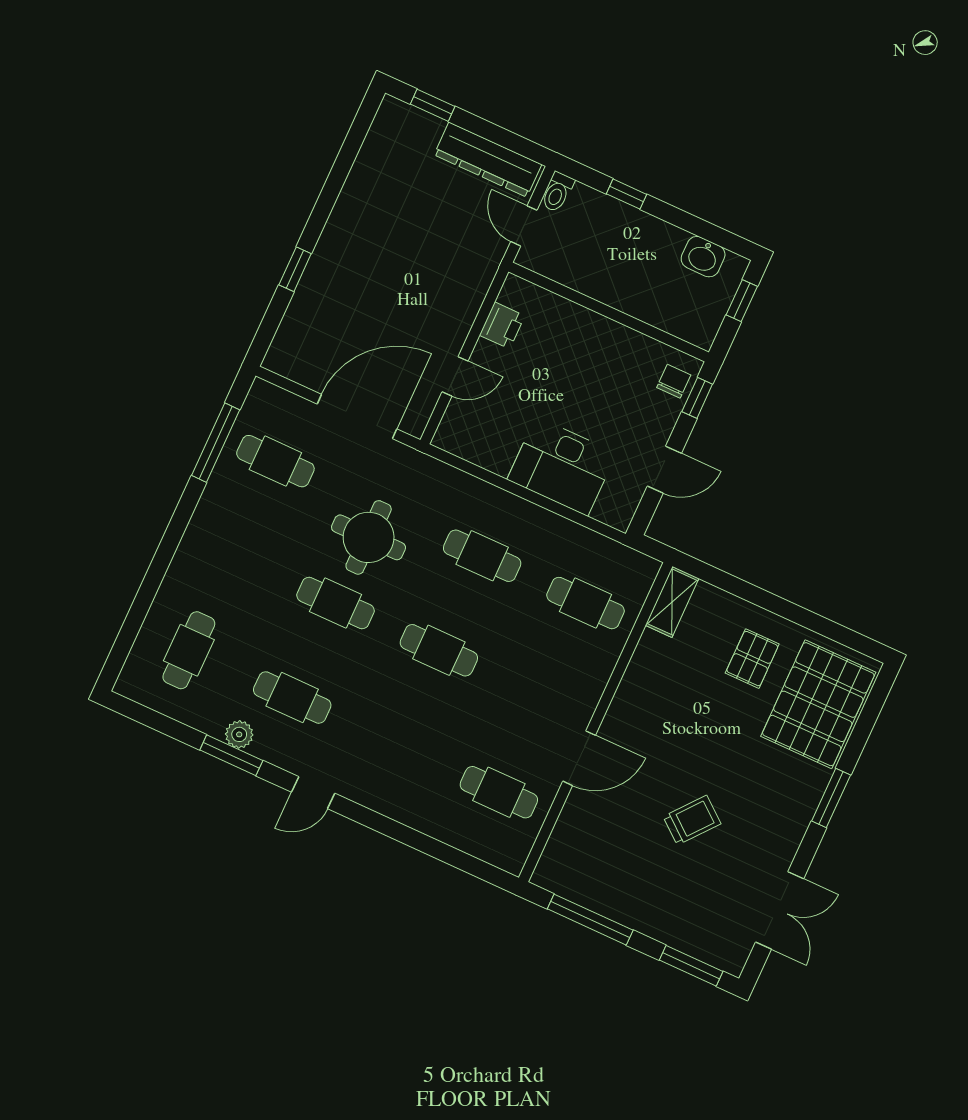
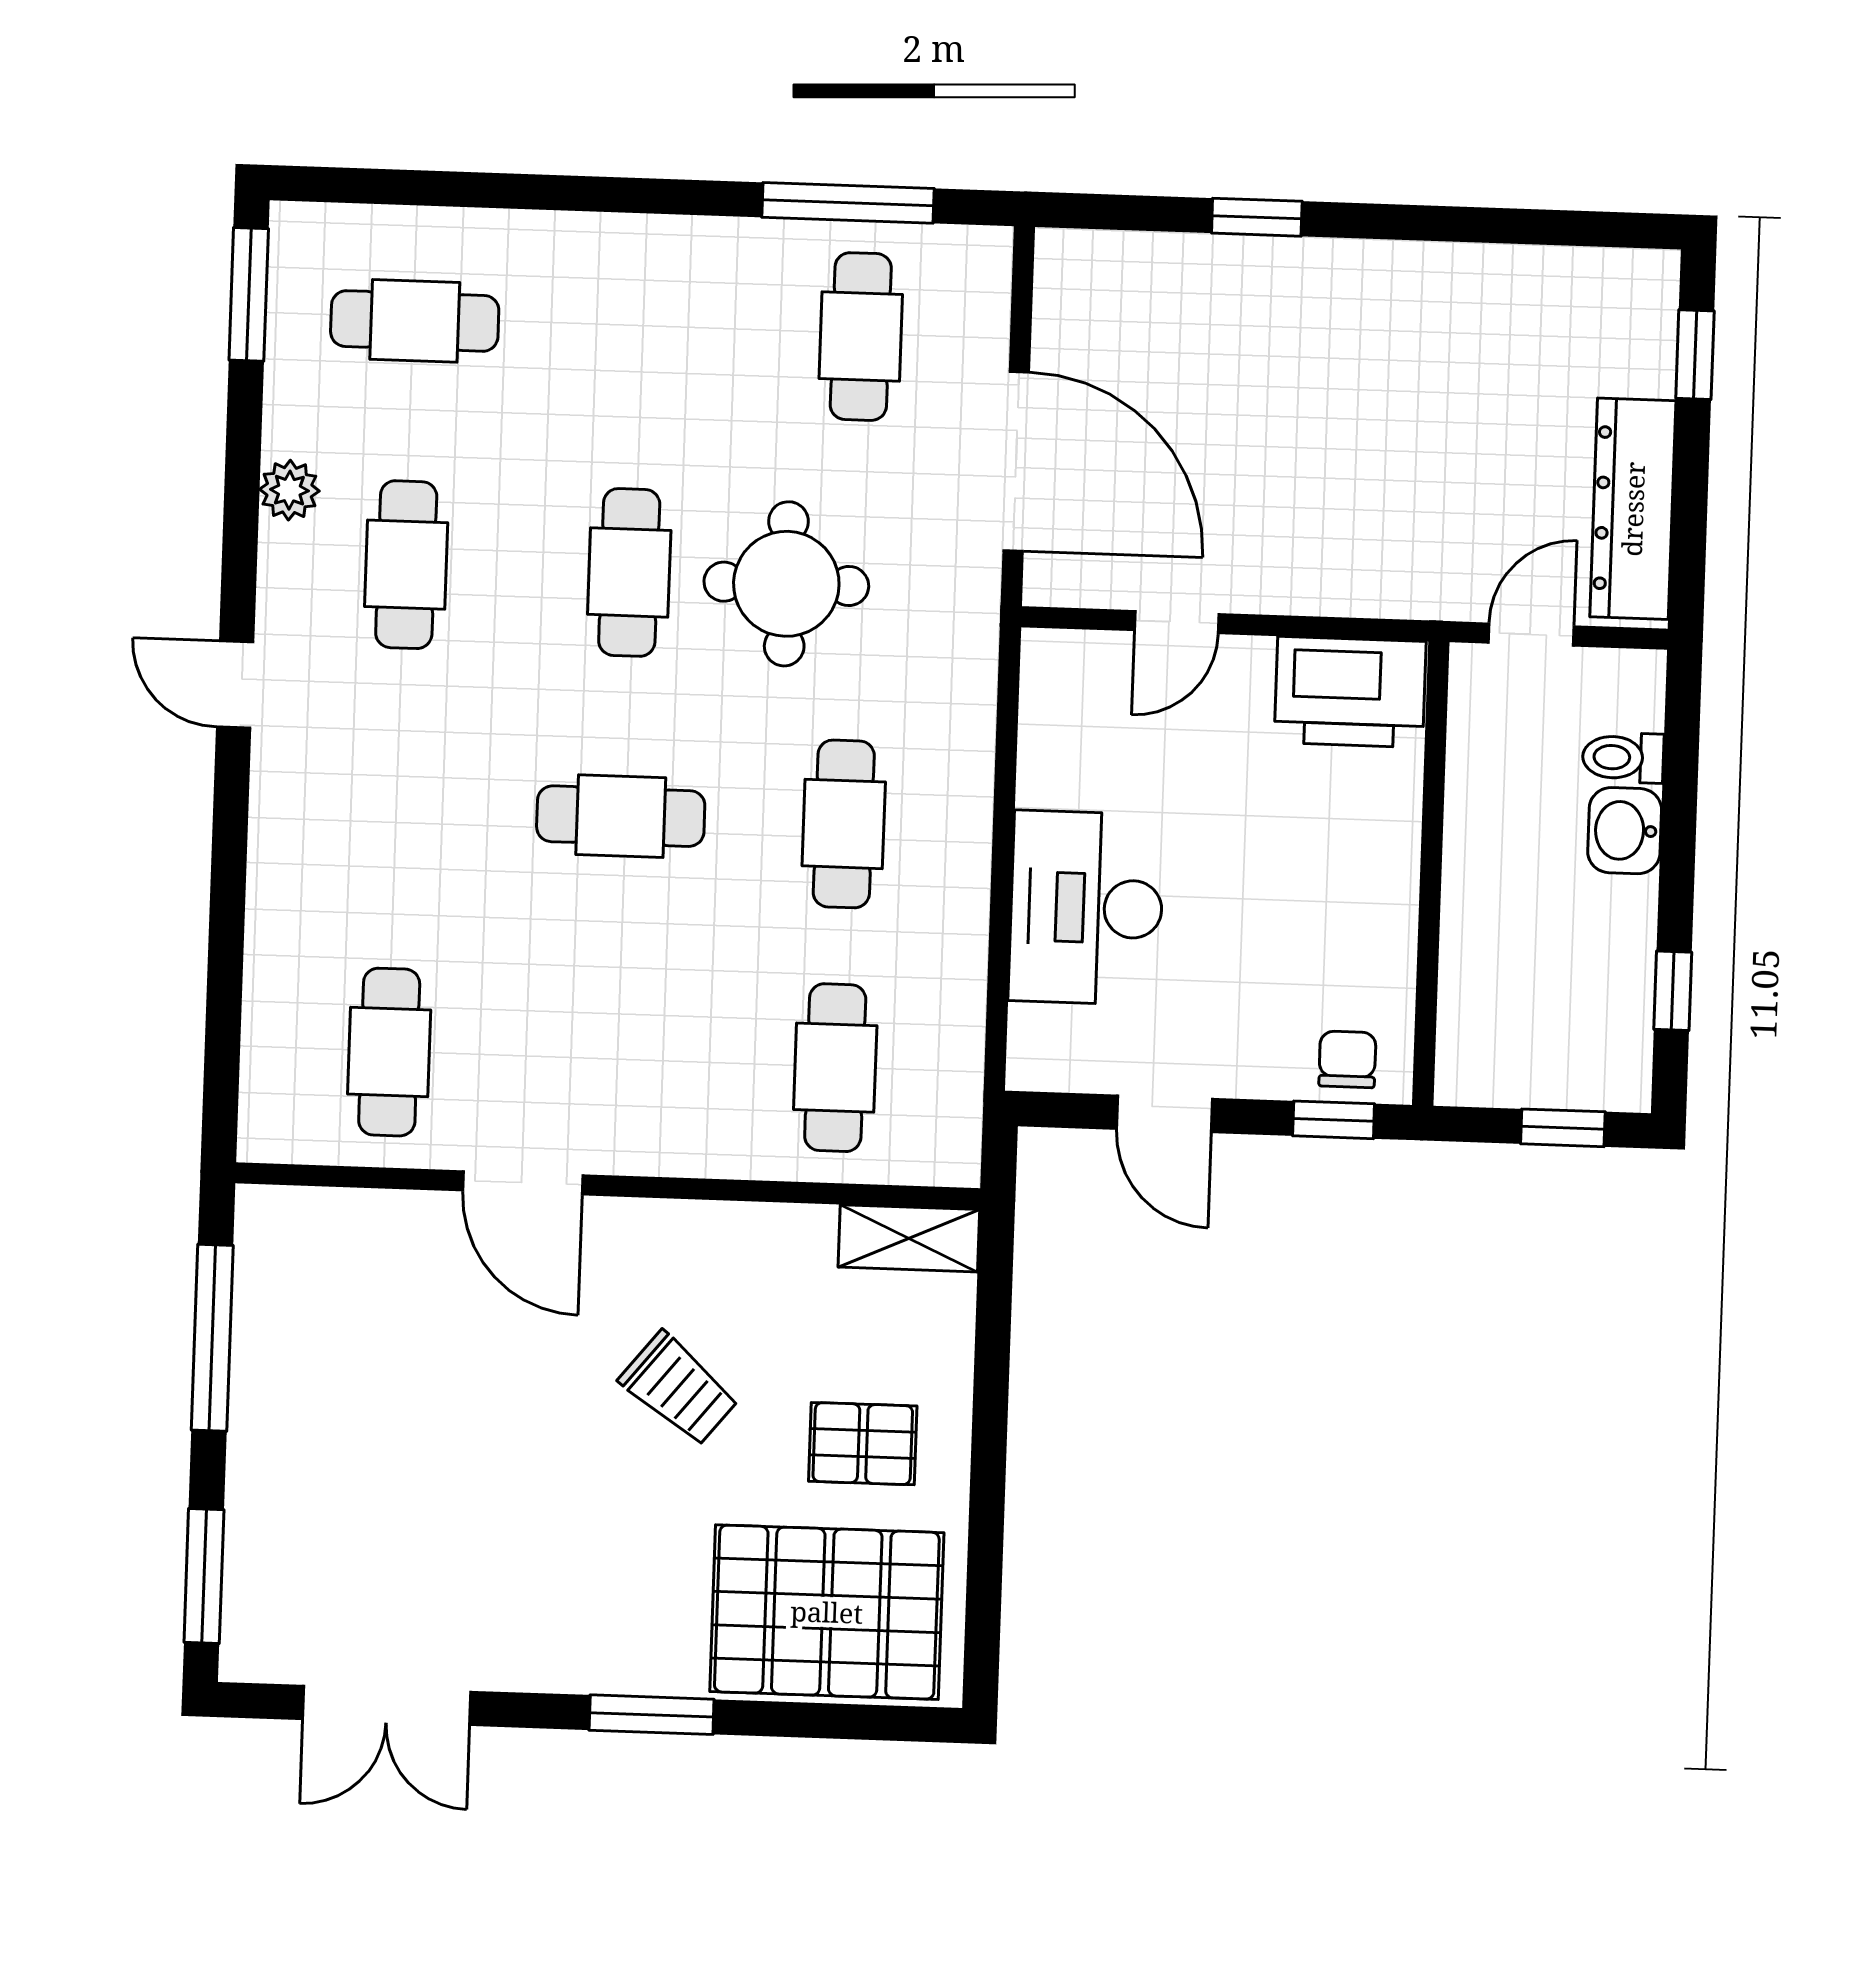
toilet: (557, 192) -> (1623, 758), moved
window: (627, 194) -> (1673, 991), moved
washbasin: (703, 257) -> (1625, 831), moved
printer: (502, 325) -> (1350, 692), width x1.87, depth x1.48
door: (455, 376) -> (1177, 622), hinge flipped
chair: (674, 381) -> (1347, 1059), turned -90
cafe table: (439, 650) -> (621, 816), turned 90
window: (231, 755) -> (249, 294), moved
trolley: (692, 820) -> (679, 1389), moved

